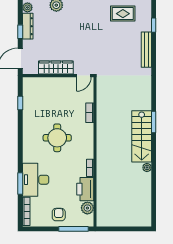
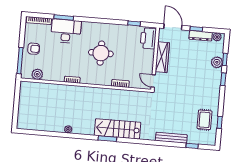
stairs: (142, 136) -> (118, 129), moved
printer: (85, 189) -> (148, 38), moved, turned -90

